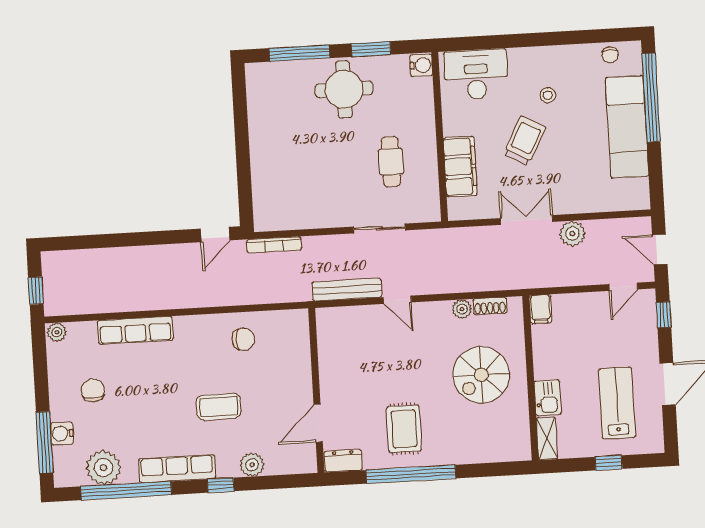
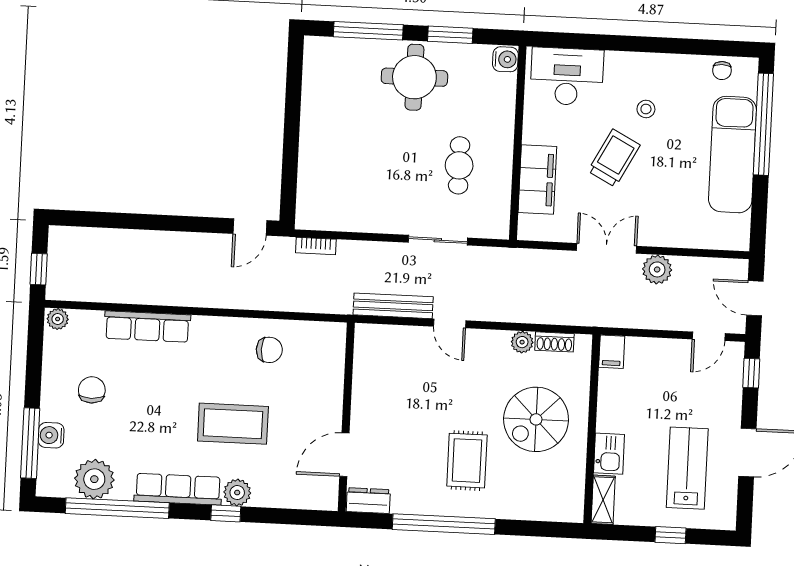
bookcase: (274, 245) -> (316, 246), width x0.64
coffee table: (219, 407) -> (233, 424), width x1.36, depth x1.32
rug: (404, 429) -> (467, 461), moved
plant: (252, 465) -> (237, 493), moved

